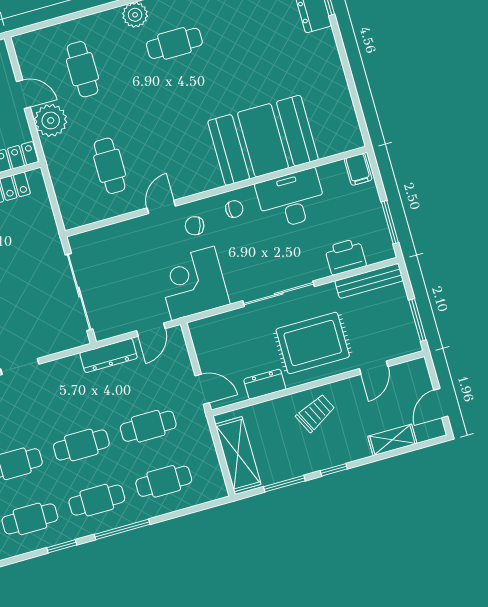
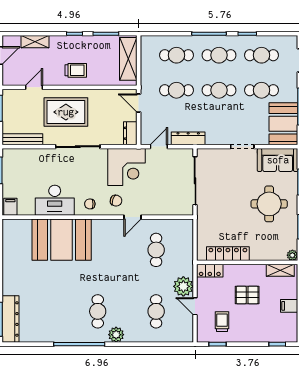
cafe table: (174, 43) -> (98, 311), turned 90
printer: (345, 257) -> (32, 157), removed
dresser: (265, 384) -> (130, 133), moved, turned 90
trolley: (316, 413) -> (76, 70), turned -153

